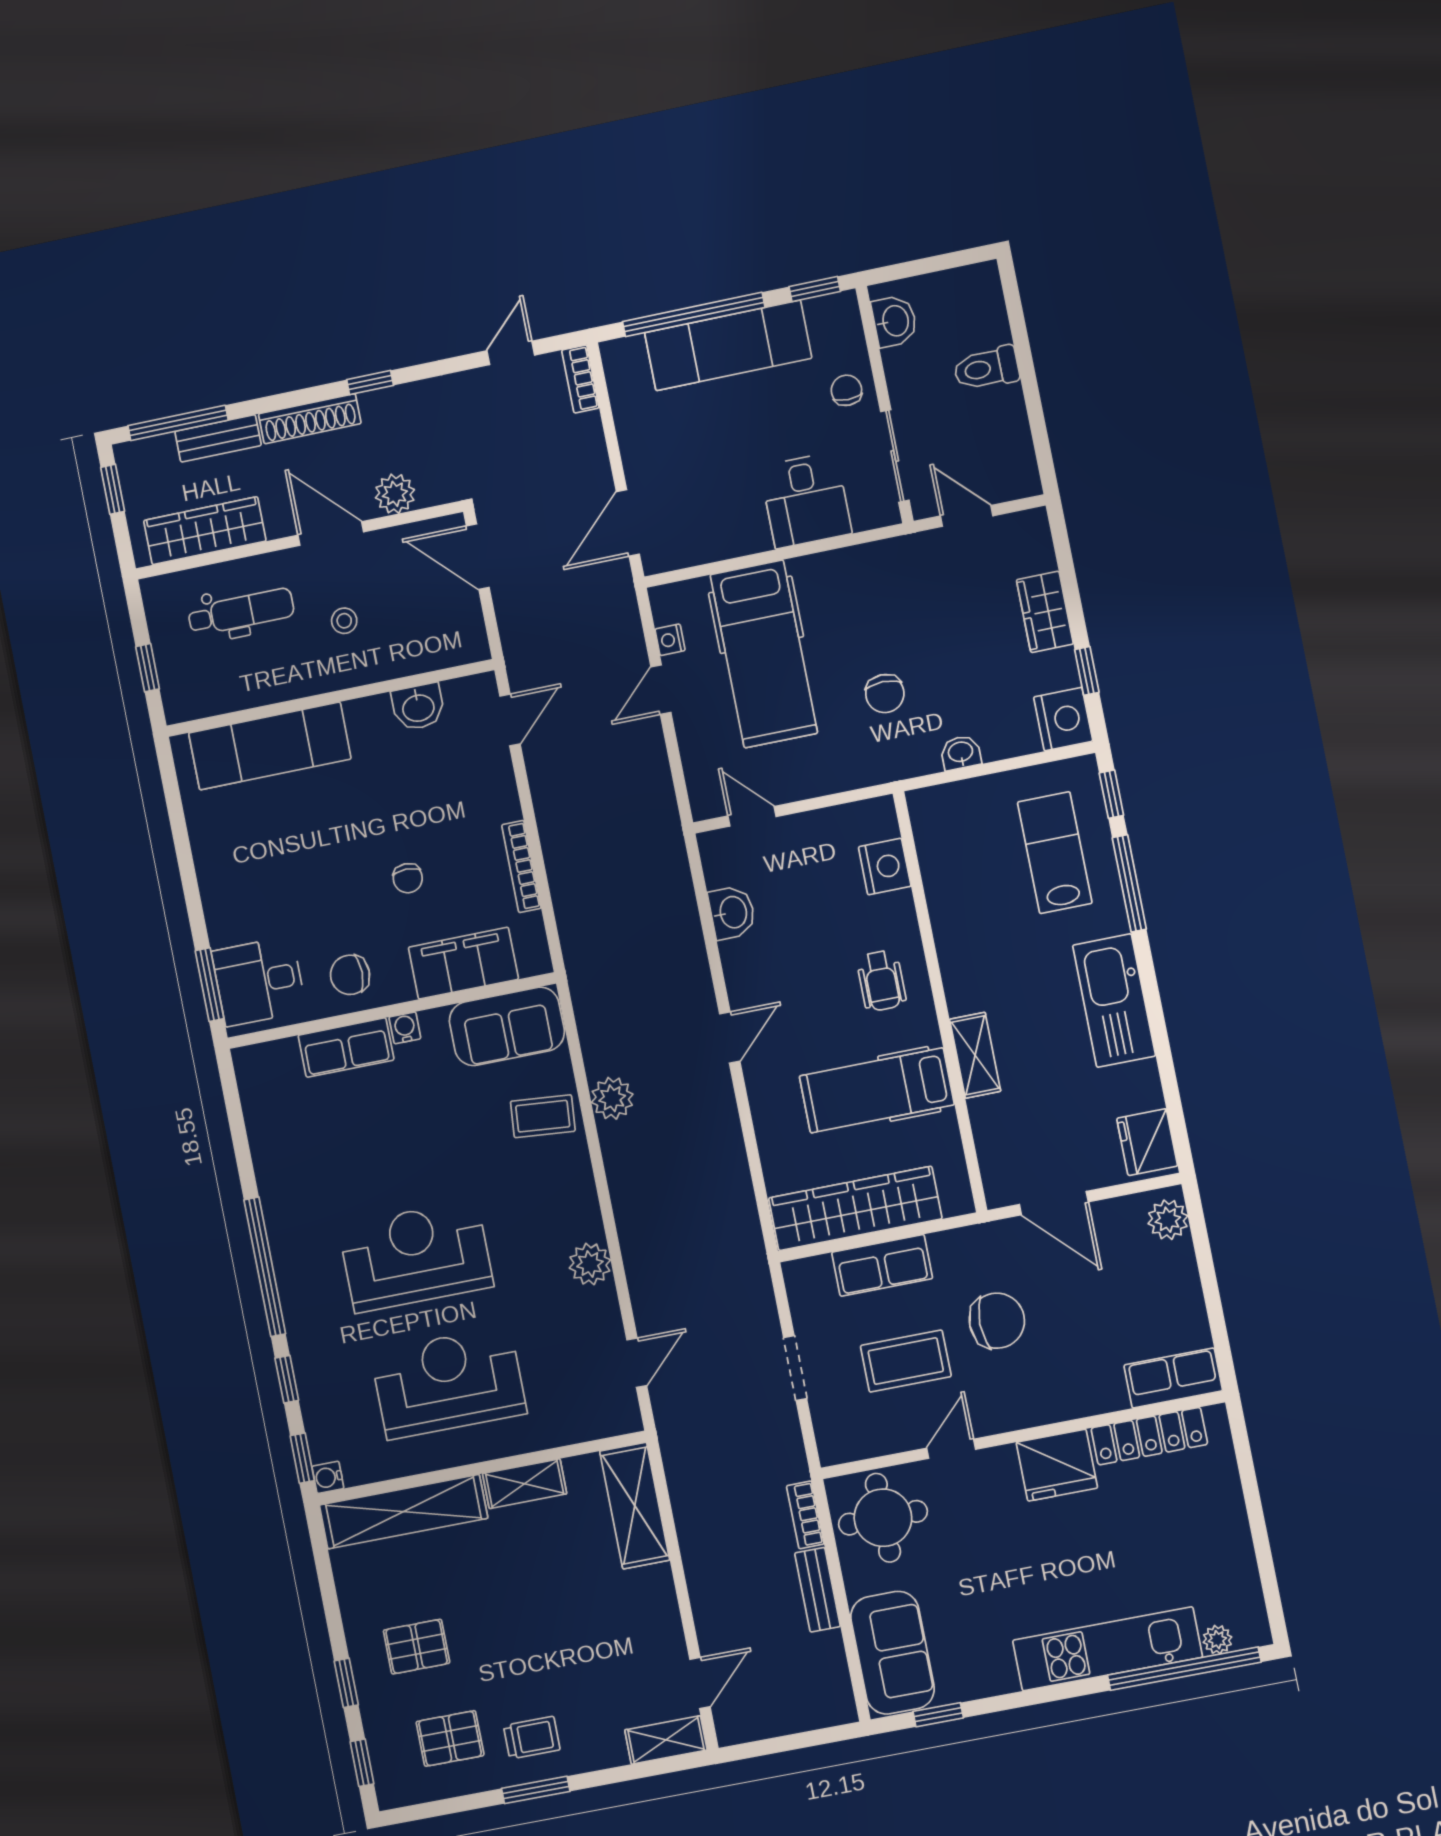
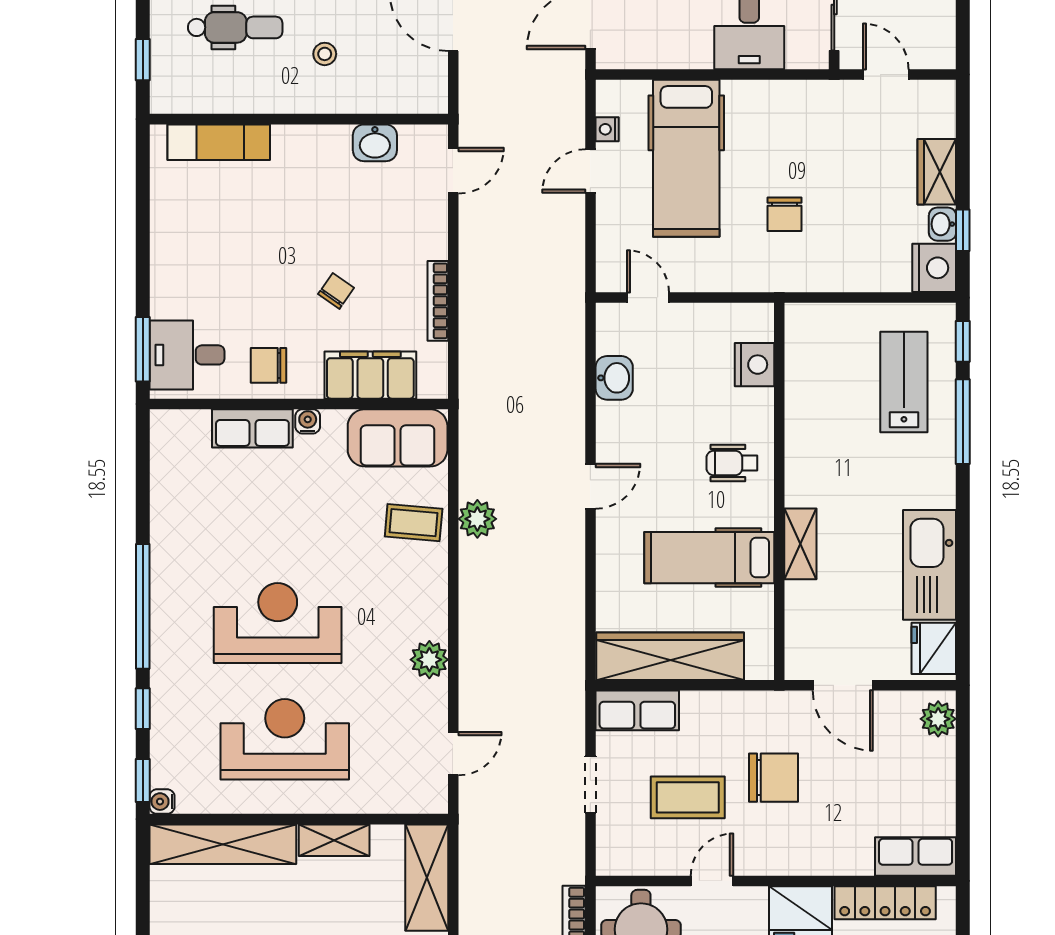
exam couch: (270, 746) -> (219, 142), width x0.73, depth x0.69
washbasin: (961, 753) -> (942, 224), moved, turned -90
chair: (408, 878) -> (336, 291), turned -145
wheelchair: (881, 981) -> (732, 463), turned 90
kitchen sink: (1114, 1001) -> (930, 565), moved
row of seats: (882, 1265) -> (637, 710), moved

